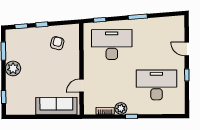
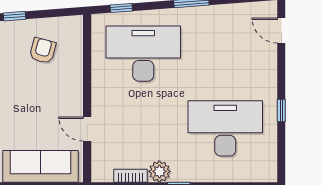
door: (187, 49) -> (281, 30), moved
door: (82, 86) -> (87, 129), hinge flipped

